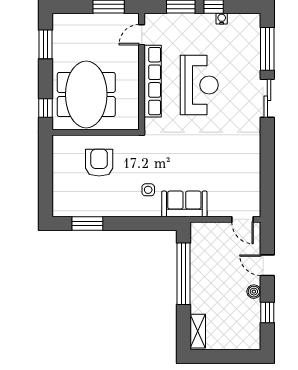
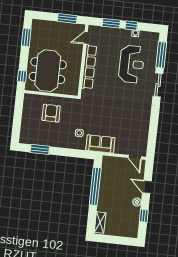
reception desk: (199, 85) -> (131, 64), moved

